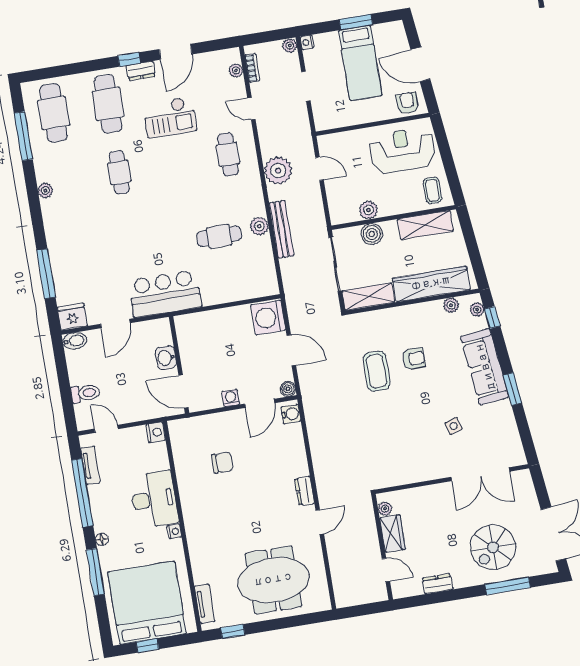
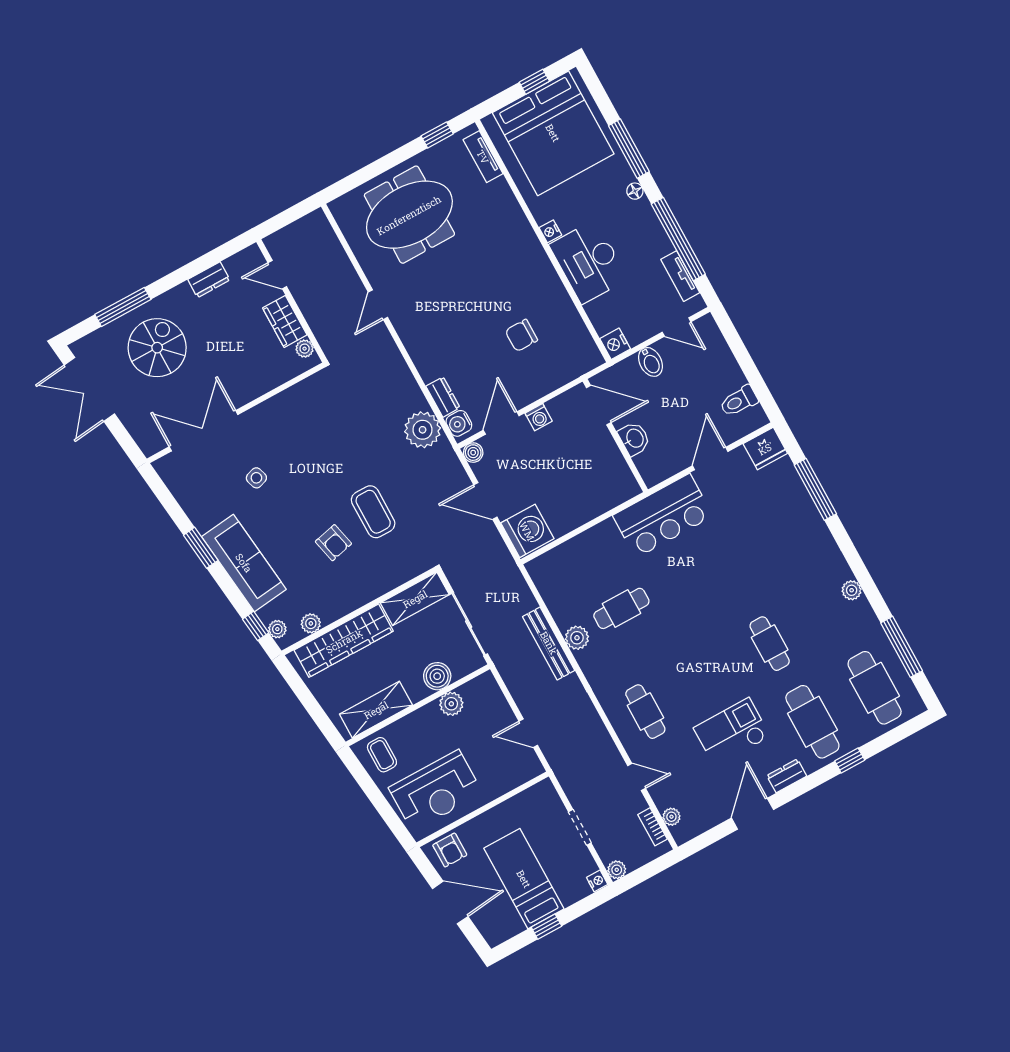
window: (356, 22) -> (546, 927), width x0.67
window: (129, 59) -> (850, 761), moved
plant: (278, 171) -> (423, 430), moved
bidet: (75, 341) -> (651, 362), moved, turned -90
armchair: (414, 359) -> (333, 543), turned -103
toilet: (85, 393) -> (739, 401), moved
dresser: (305, 491) -> (443, 397), moved

